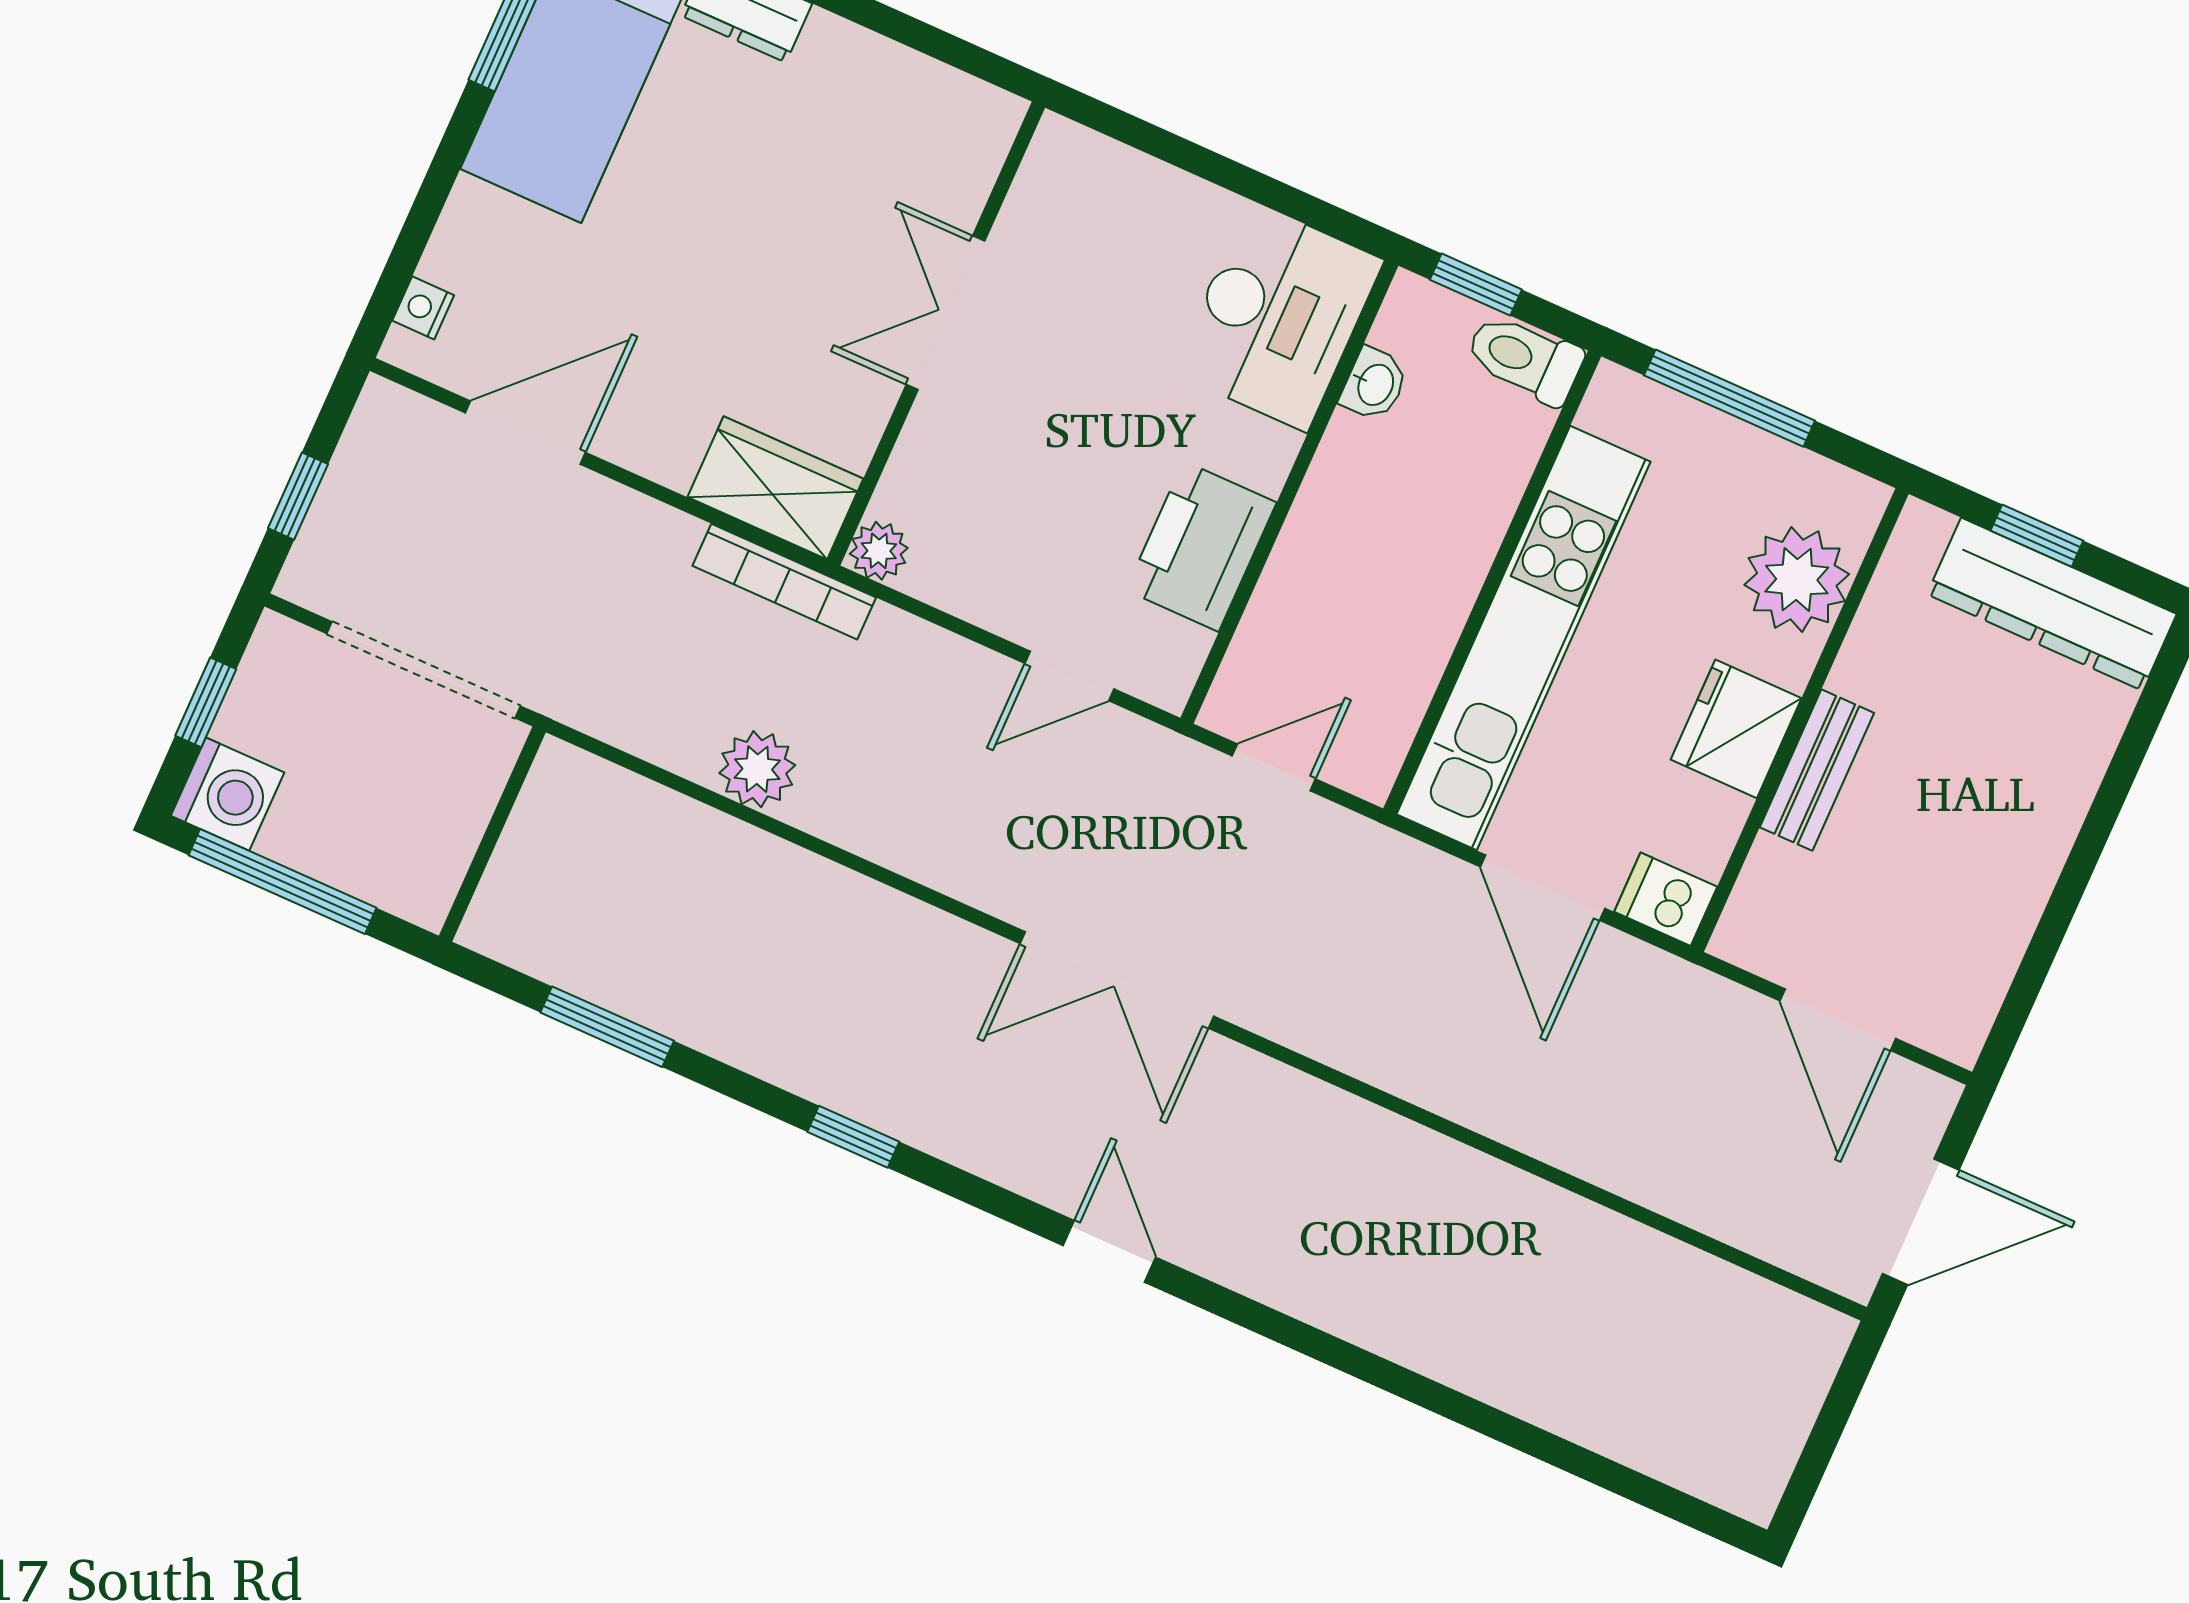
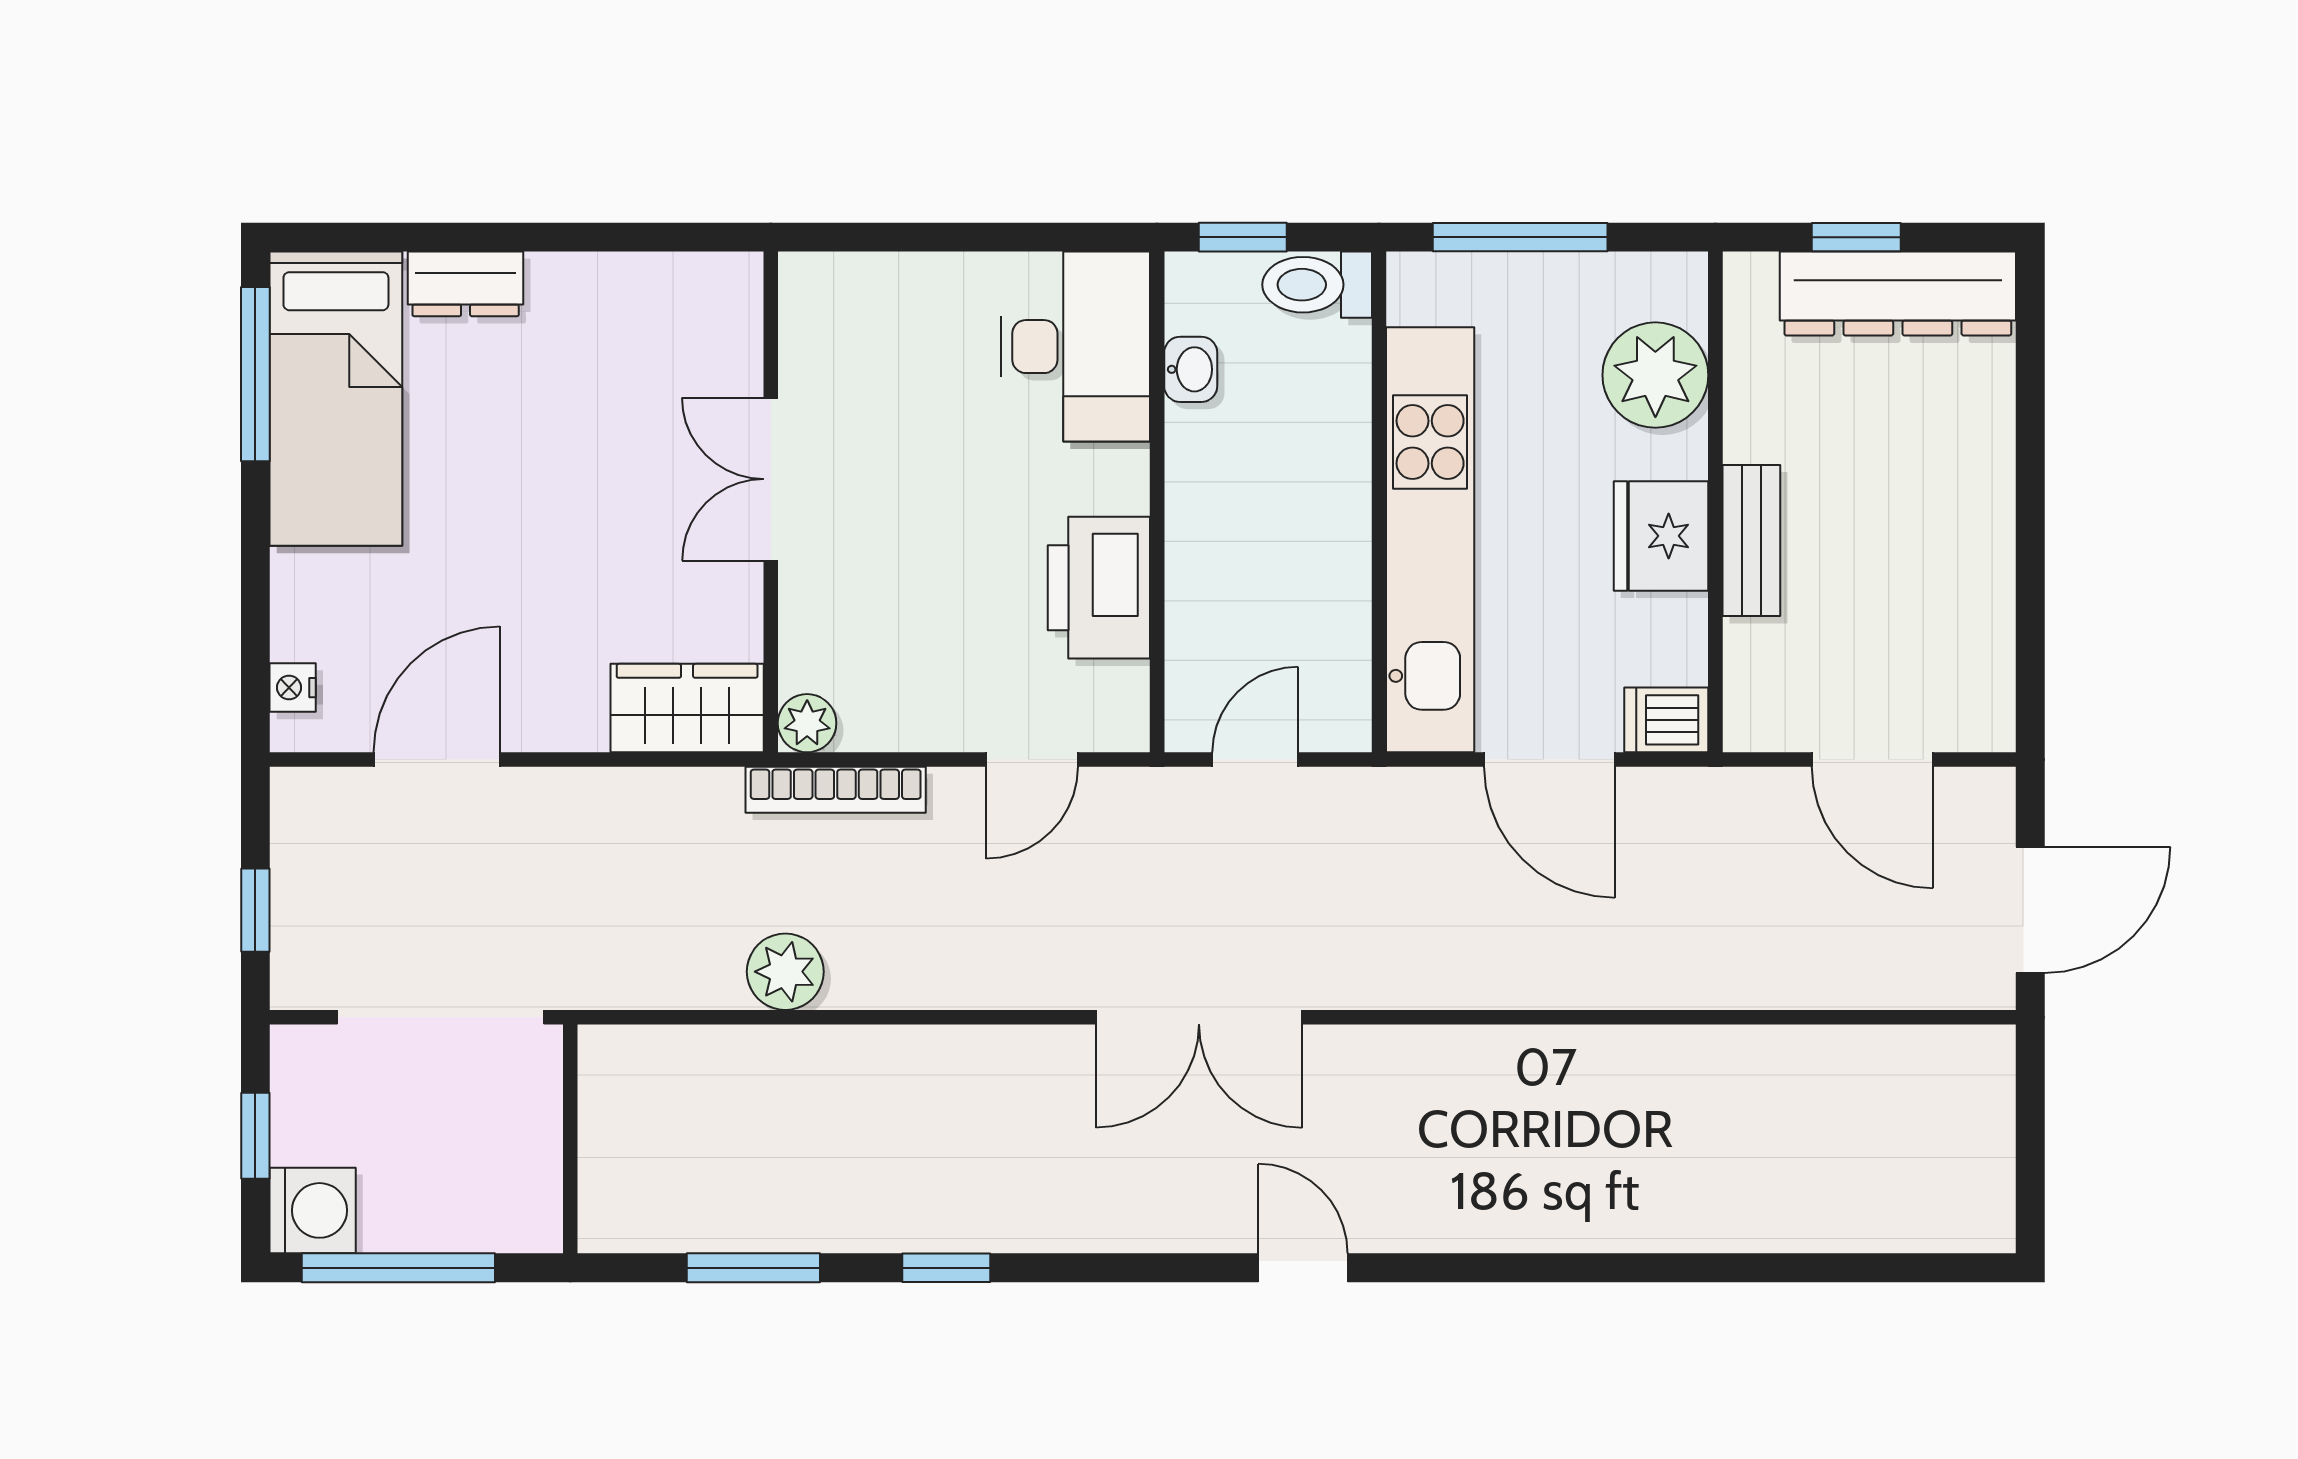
bookcase: (784, 582) -> (836, 790), moved
window: (853, 1137) -> (946, 1268), moved

